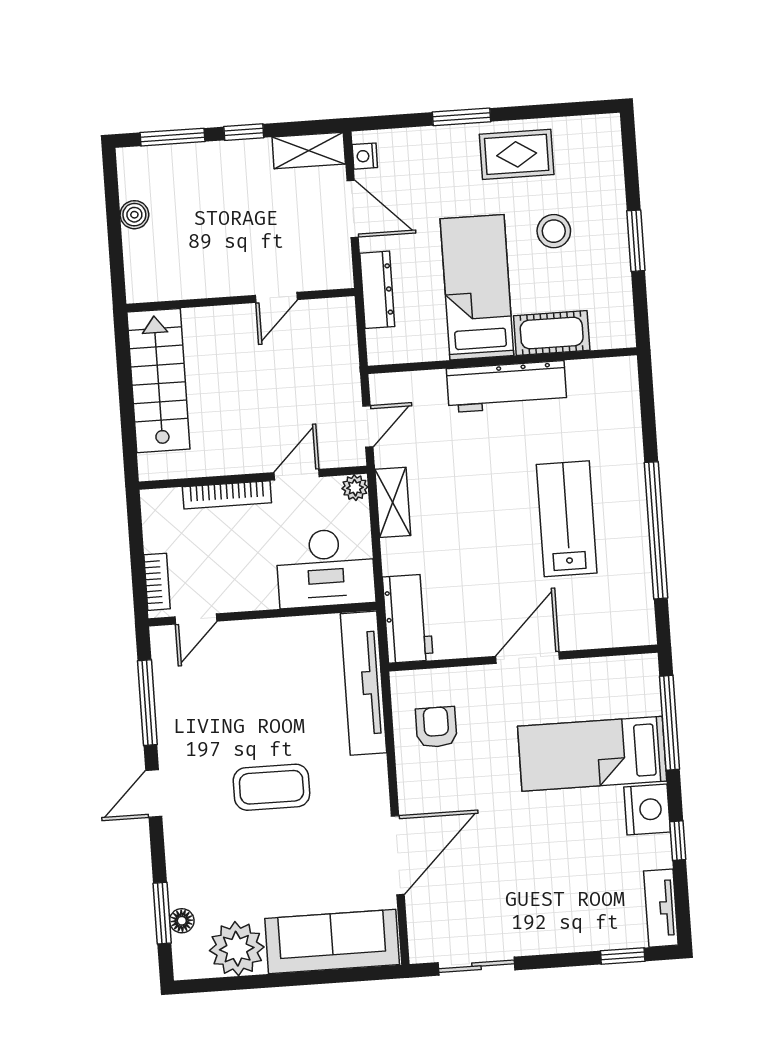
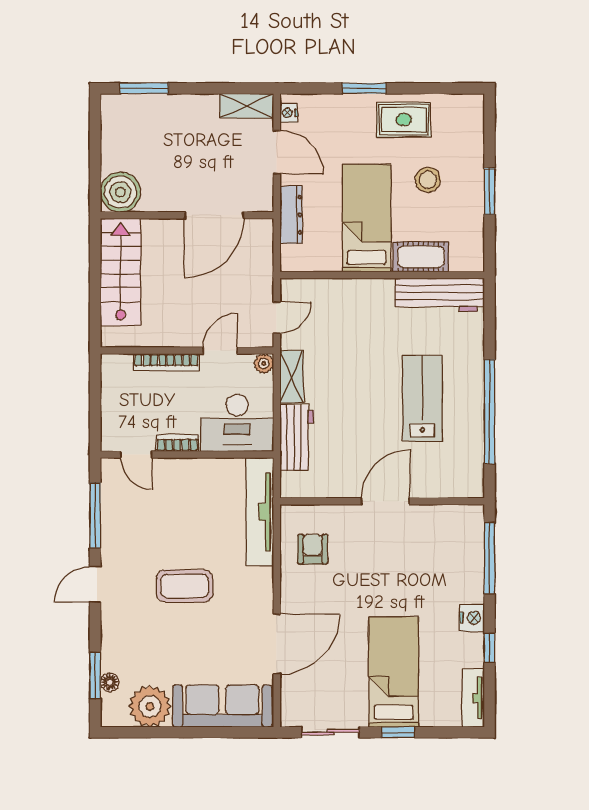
window: (244, 132) -> (198, 88), removed
boiler: (134, 215) -> (120, 192), moved, width x1.86, depth x1.86
door: (276, 297) -> (214, 215), width x1.87
workbench: (507, 387) -> (440, 295), moved
bookcase: (157, 582) -> (177, 443), moved, turned -90
door: (196, 619) -> (136, 455), hinge flipped
workbench: (408, 619) -> (297, 438), moved
bed: (592, 754) -> (394, 672), moved, turned 90
nightstand: (647, 809) -> (472, 618), width x0.74, depth x0.75
window: (623, 956) -> (398, 732), moved

